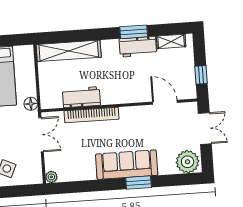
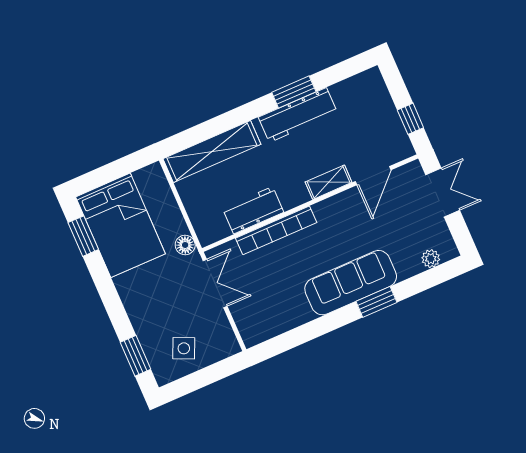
shelving: (171, 41) -> (329, 182), moved
workbench: (138, 47) -> (298, 115), width x1.37
door: (165, 102) -> (373, 176), swing flipped
plant: (188, 162) -> (431, 259), width x0.53, depth x0.53
plant: (51, 177) -> (251, 338), removed

